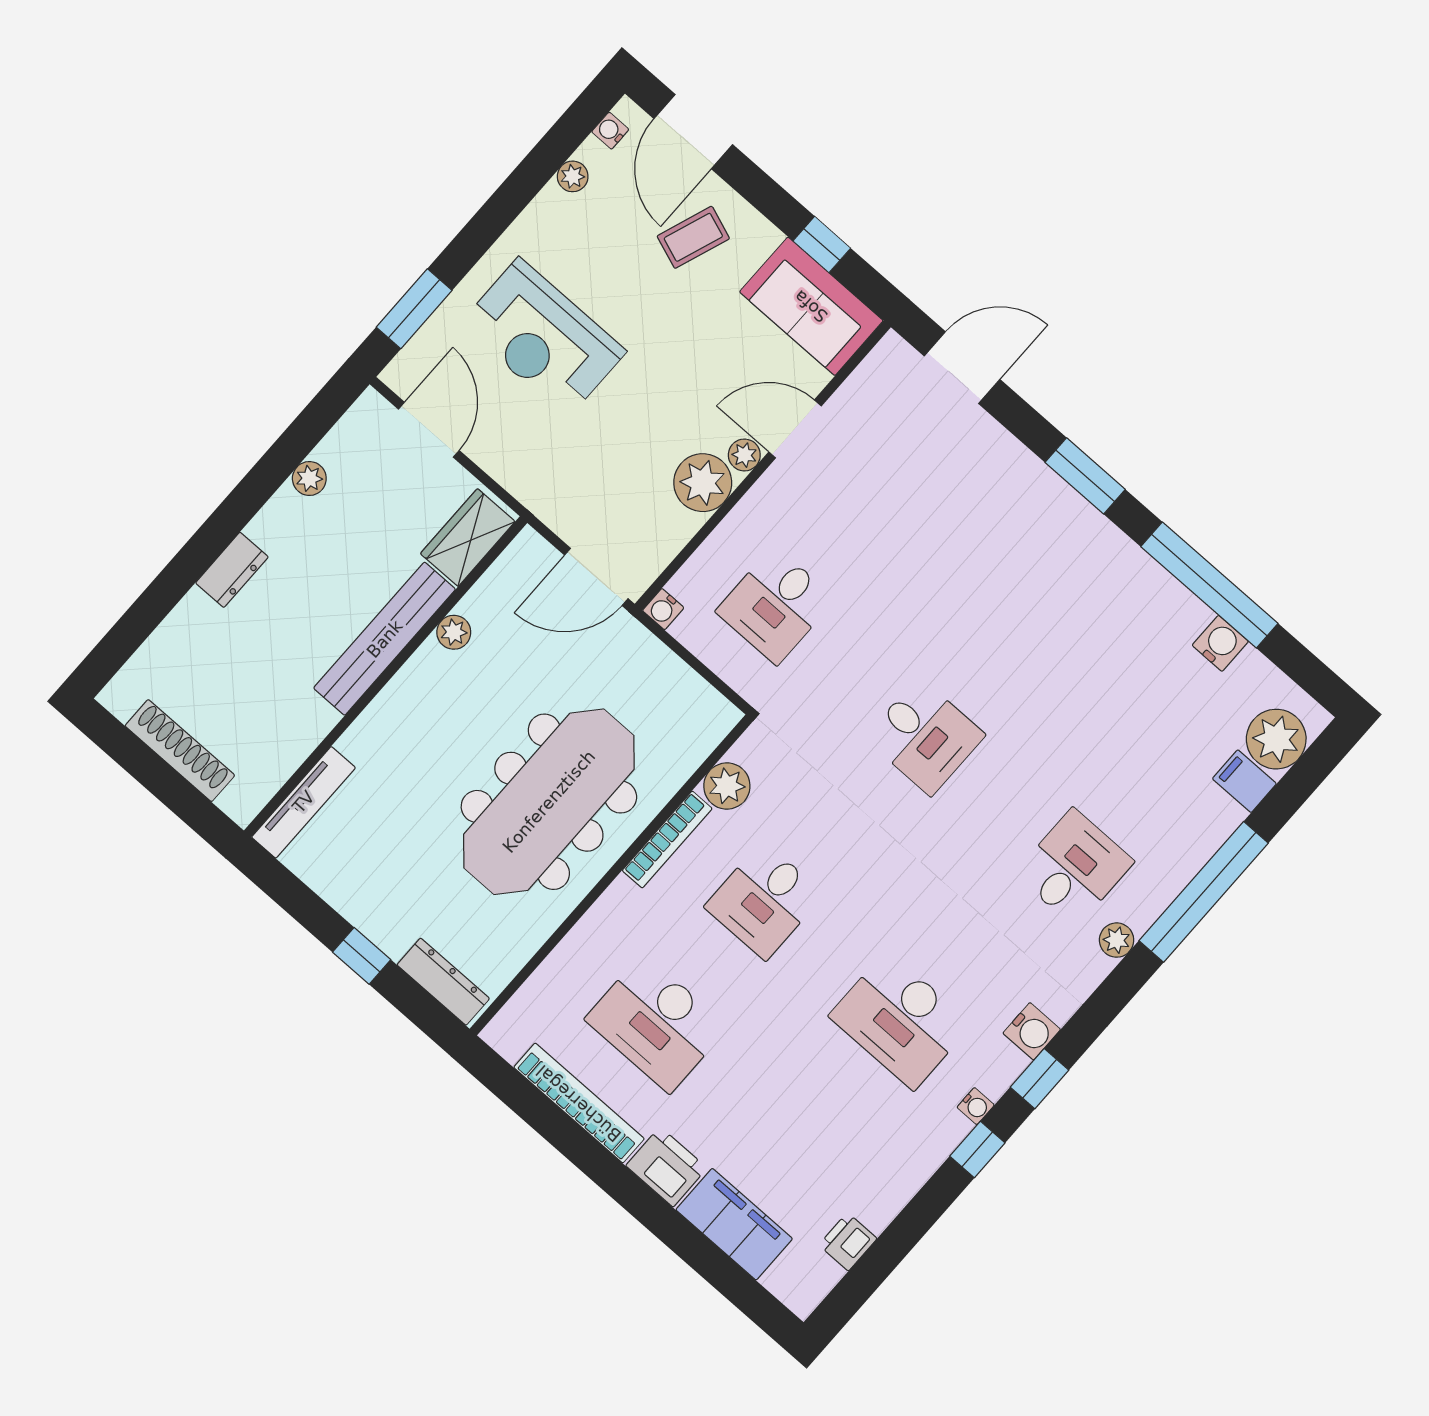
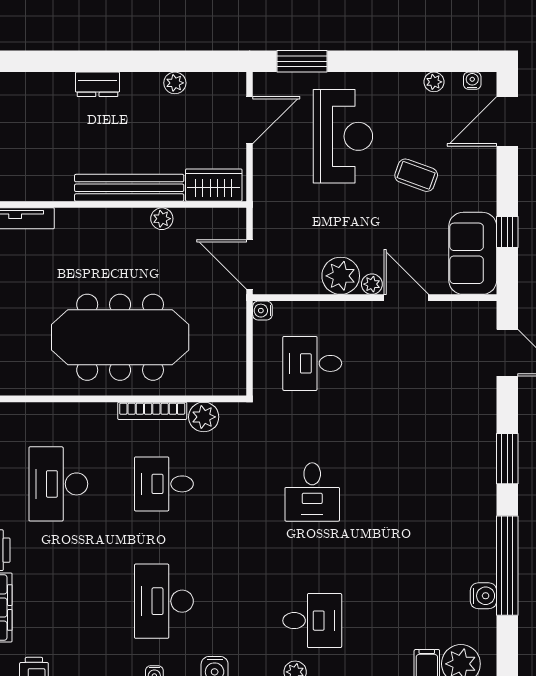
coffee table: (693, 237) -> (416, 175), moved
reception desk: (543, 338) -> (343, 136), turned 180

